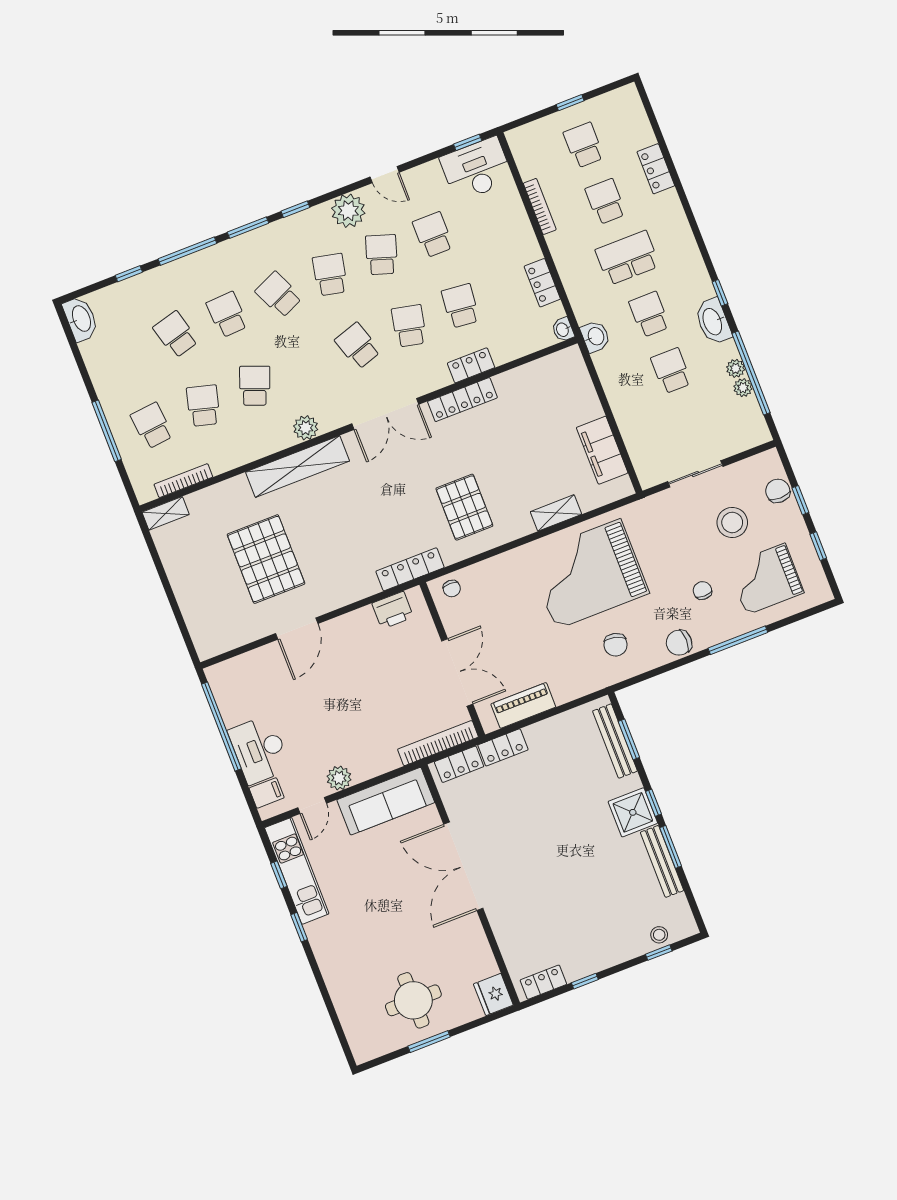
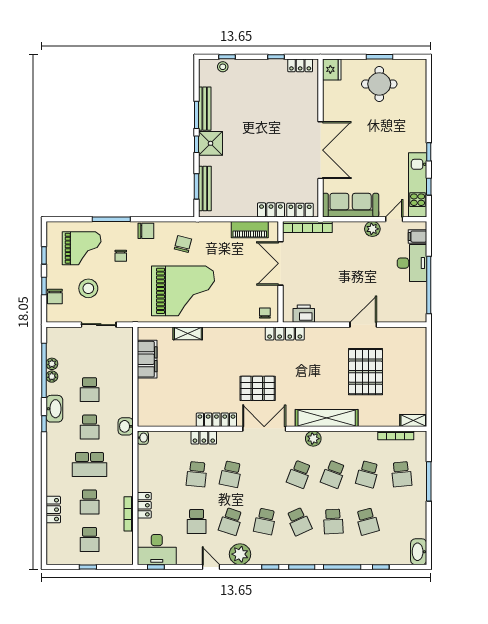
locker: (542, 283) -> (144, 505), moved
school desk: (358, 346) -> (299, 474), moved, turned 39
pallet: (464, 507) -> (258, 388), moved, turned 90

